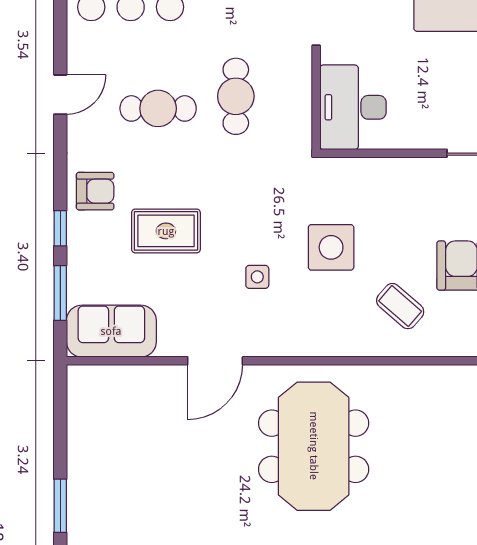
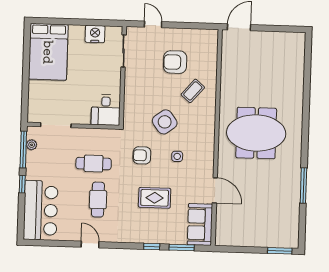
desk: (353, 107) -> (106, 110), width x0.73
armchair: (95, 191) -> (142, 155), moved, turned -90
rug: (166, 231) -> (155, 198), turned 90
side table: (331, 247) -> (165, 122), turned -37
door: (215, 361) -> (215, 190), moved

